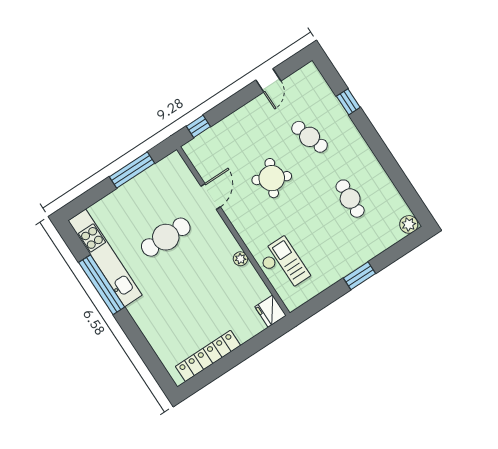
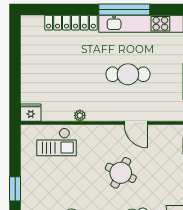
cafe table: (166, 237) -> (128, 74), turned 90
locker: (208, 356) -> (71, 23), moved, turned 90

